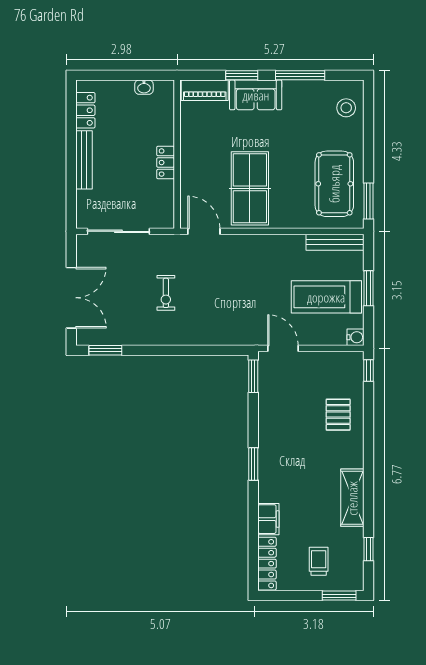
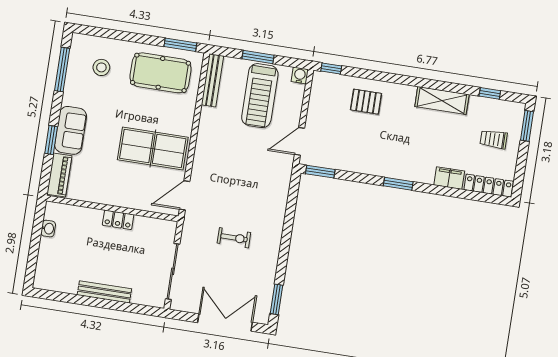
window: (300, 75) -> (62, 69), moved
stool: (346, 108) -> (101, 67), moved
locker: (85, 110) -> (60, 284), removed

